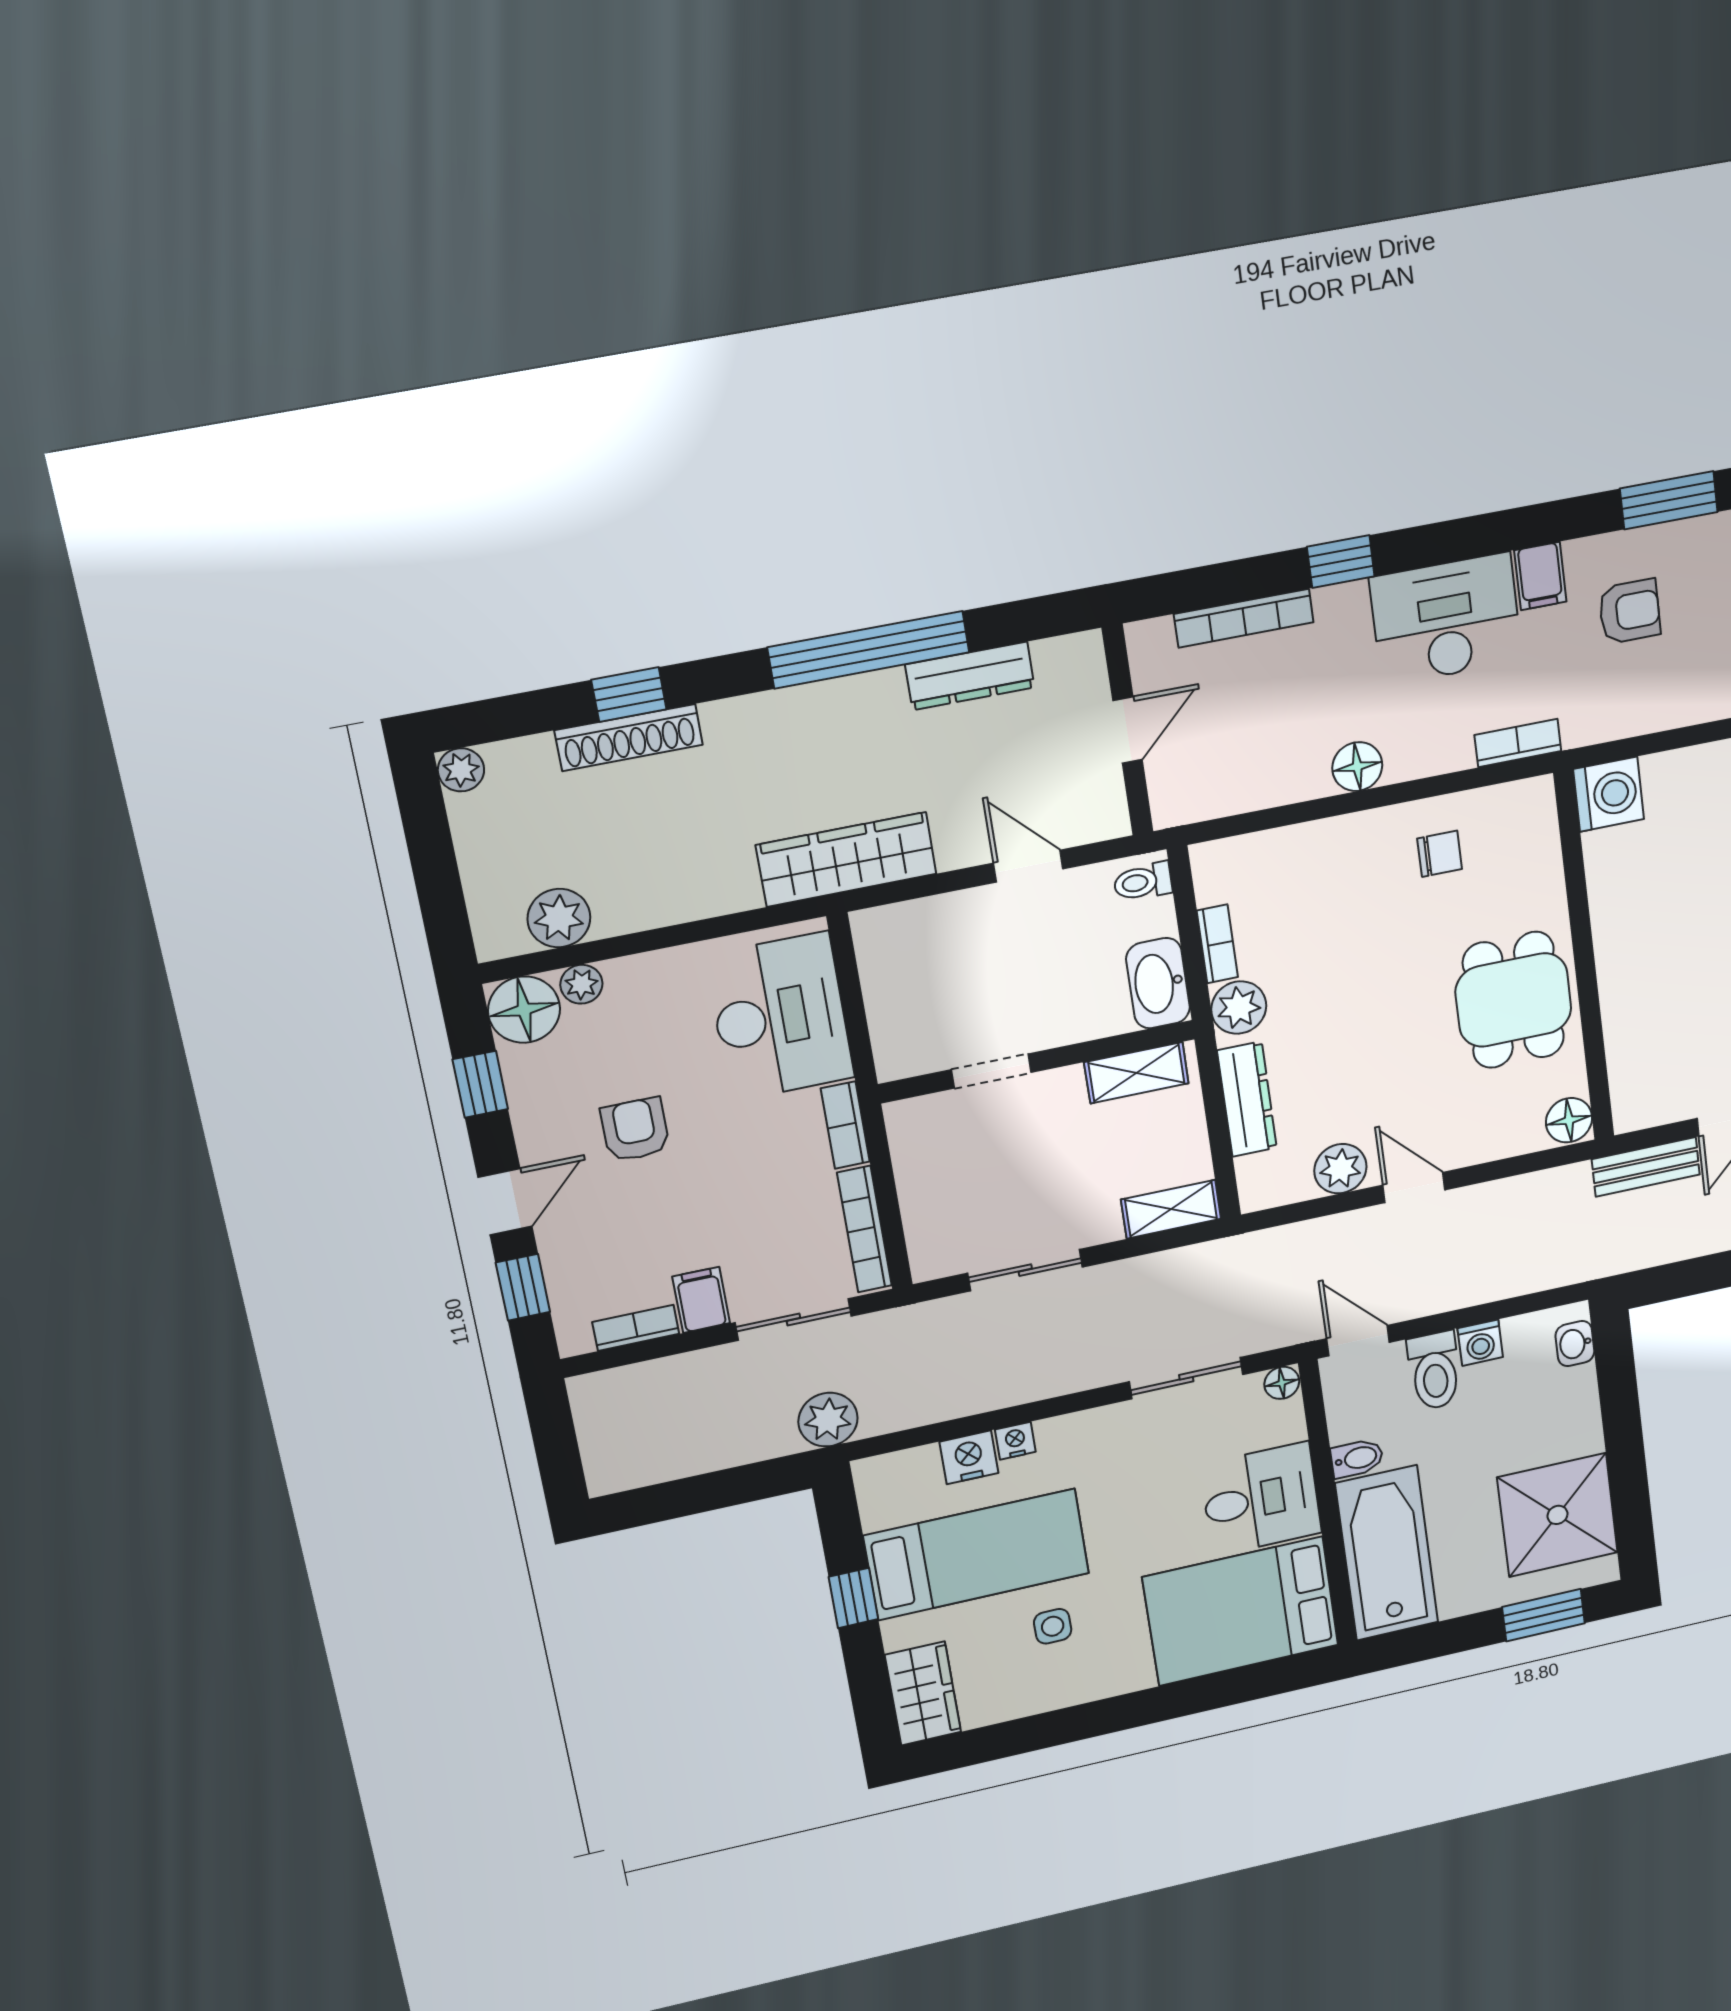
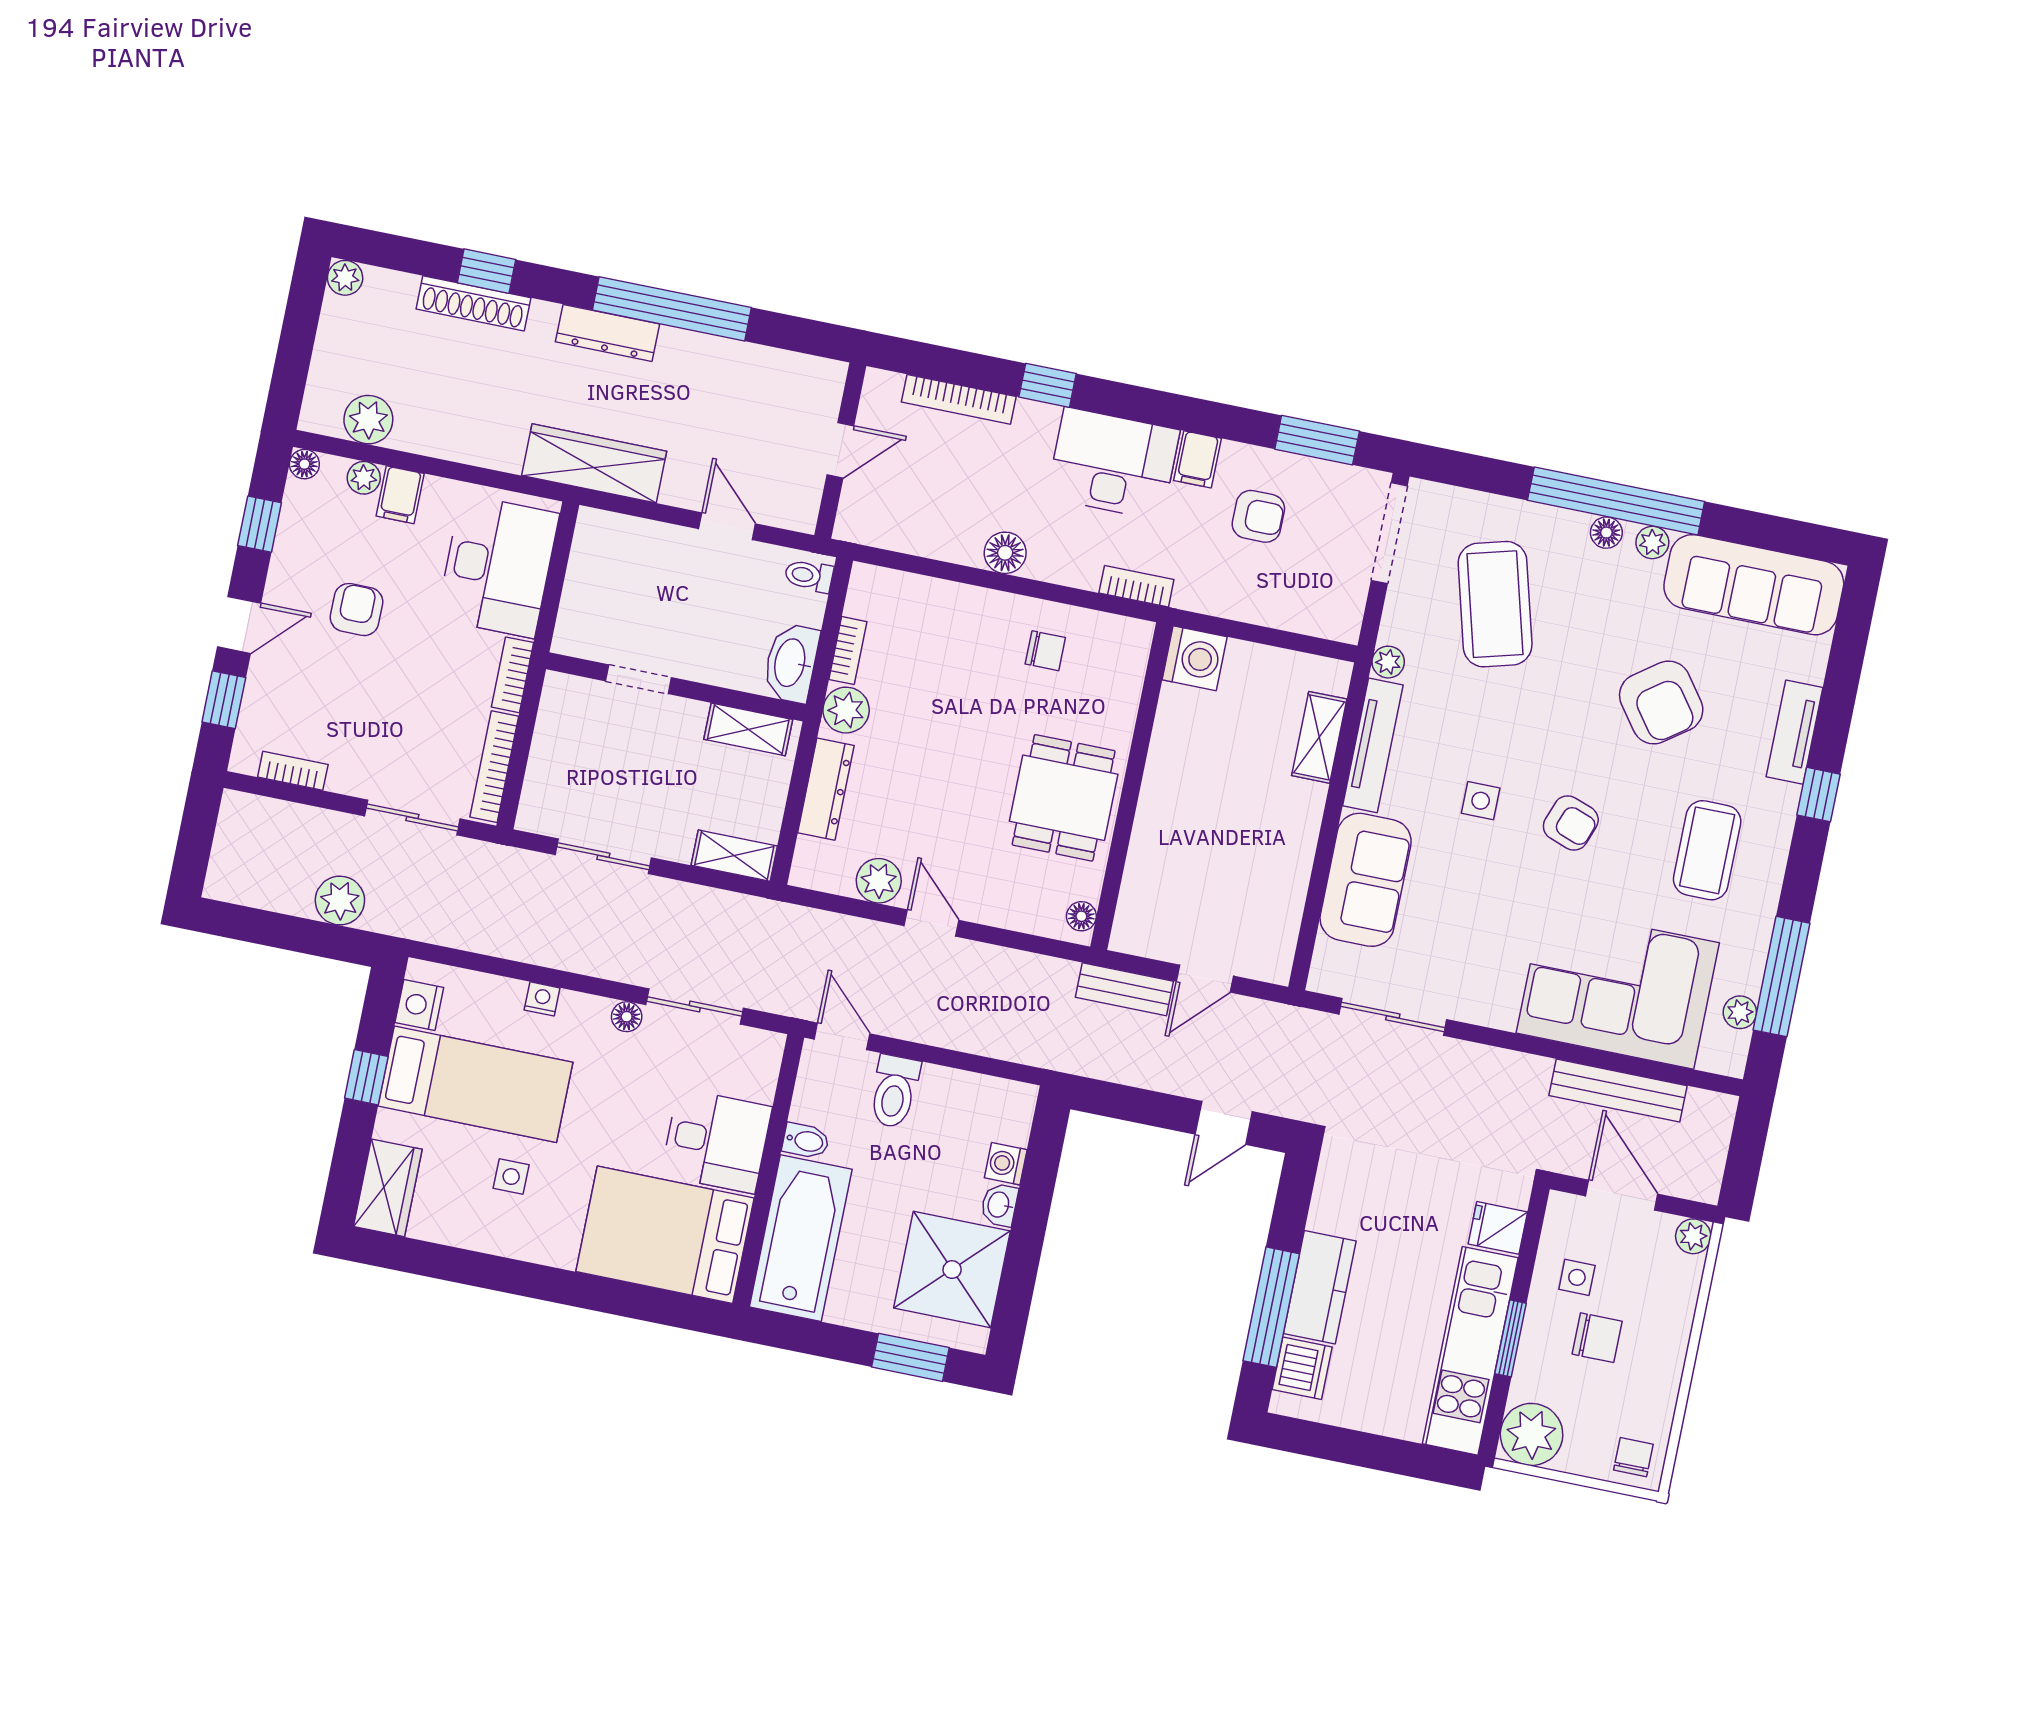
dresser: (970, 676) -> (607, 333), moved
floor lamp: (524, 1010) -> (304, 464), width x0.53, depth x0.53
floor lamp: (1569, 1120) -> (1081, 916), width x0.73, depth x0.73
filing cabinet: (701, 1300) -> (400, 495), moved, turned 180
washing machine: (1480, 1343) -> (1006, 1164), moved, turned 90
washbasin: (1575, 1344) -> (999, 1205), moved
floor lamp: (1282, 1383) -> (627, 1017), moved
plant: (828, 1420) -> (340, 901), moved
nightstand: (969, 1457) -> (419, 1005), moved, turned -90

